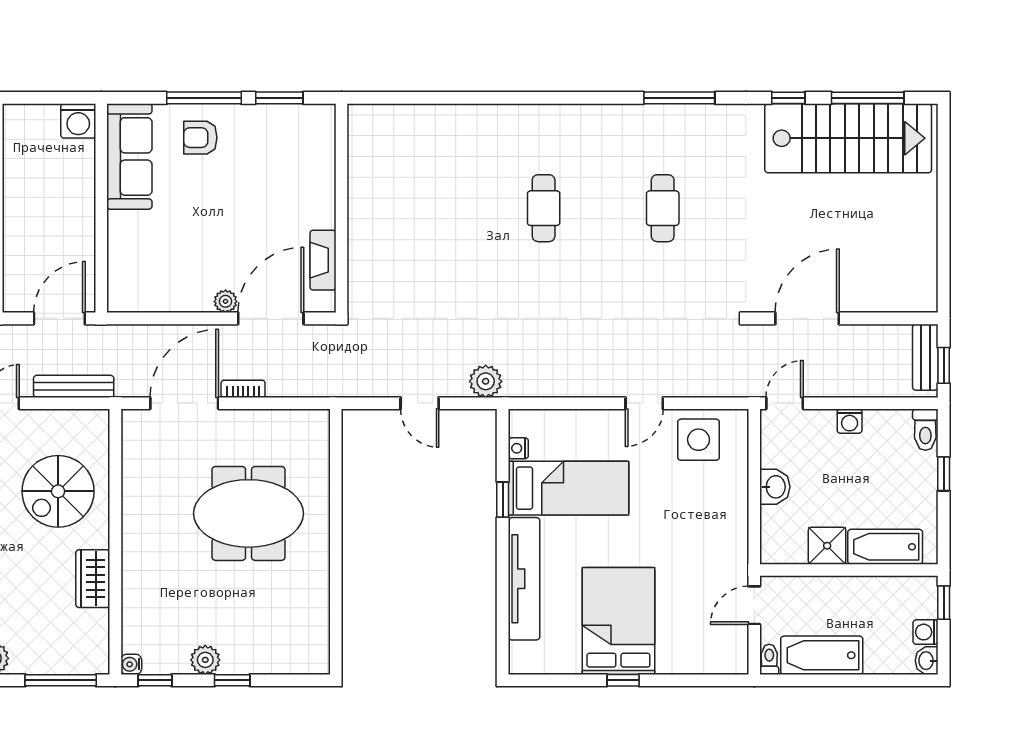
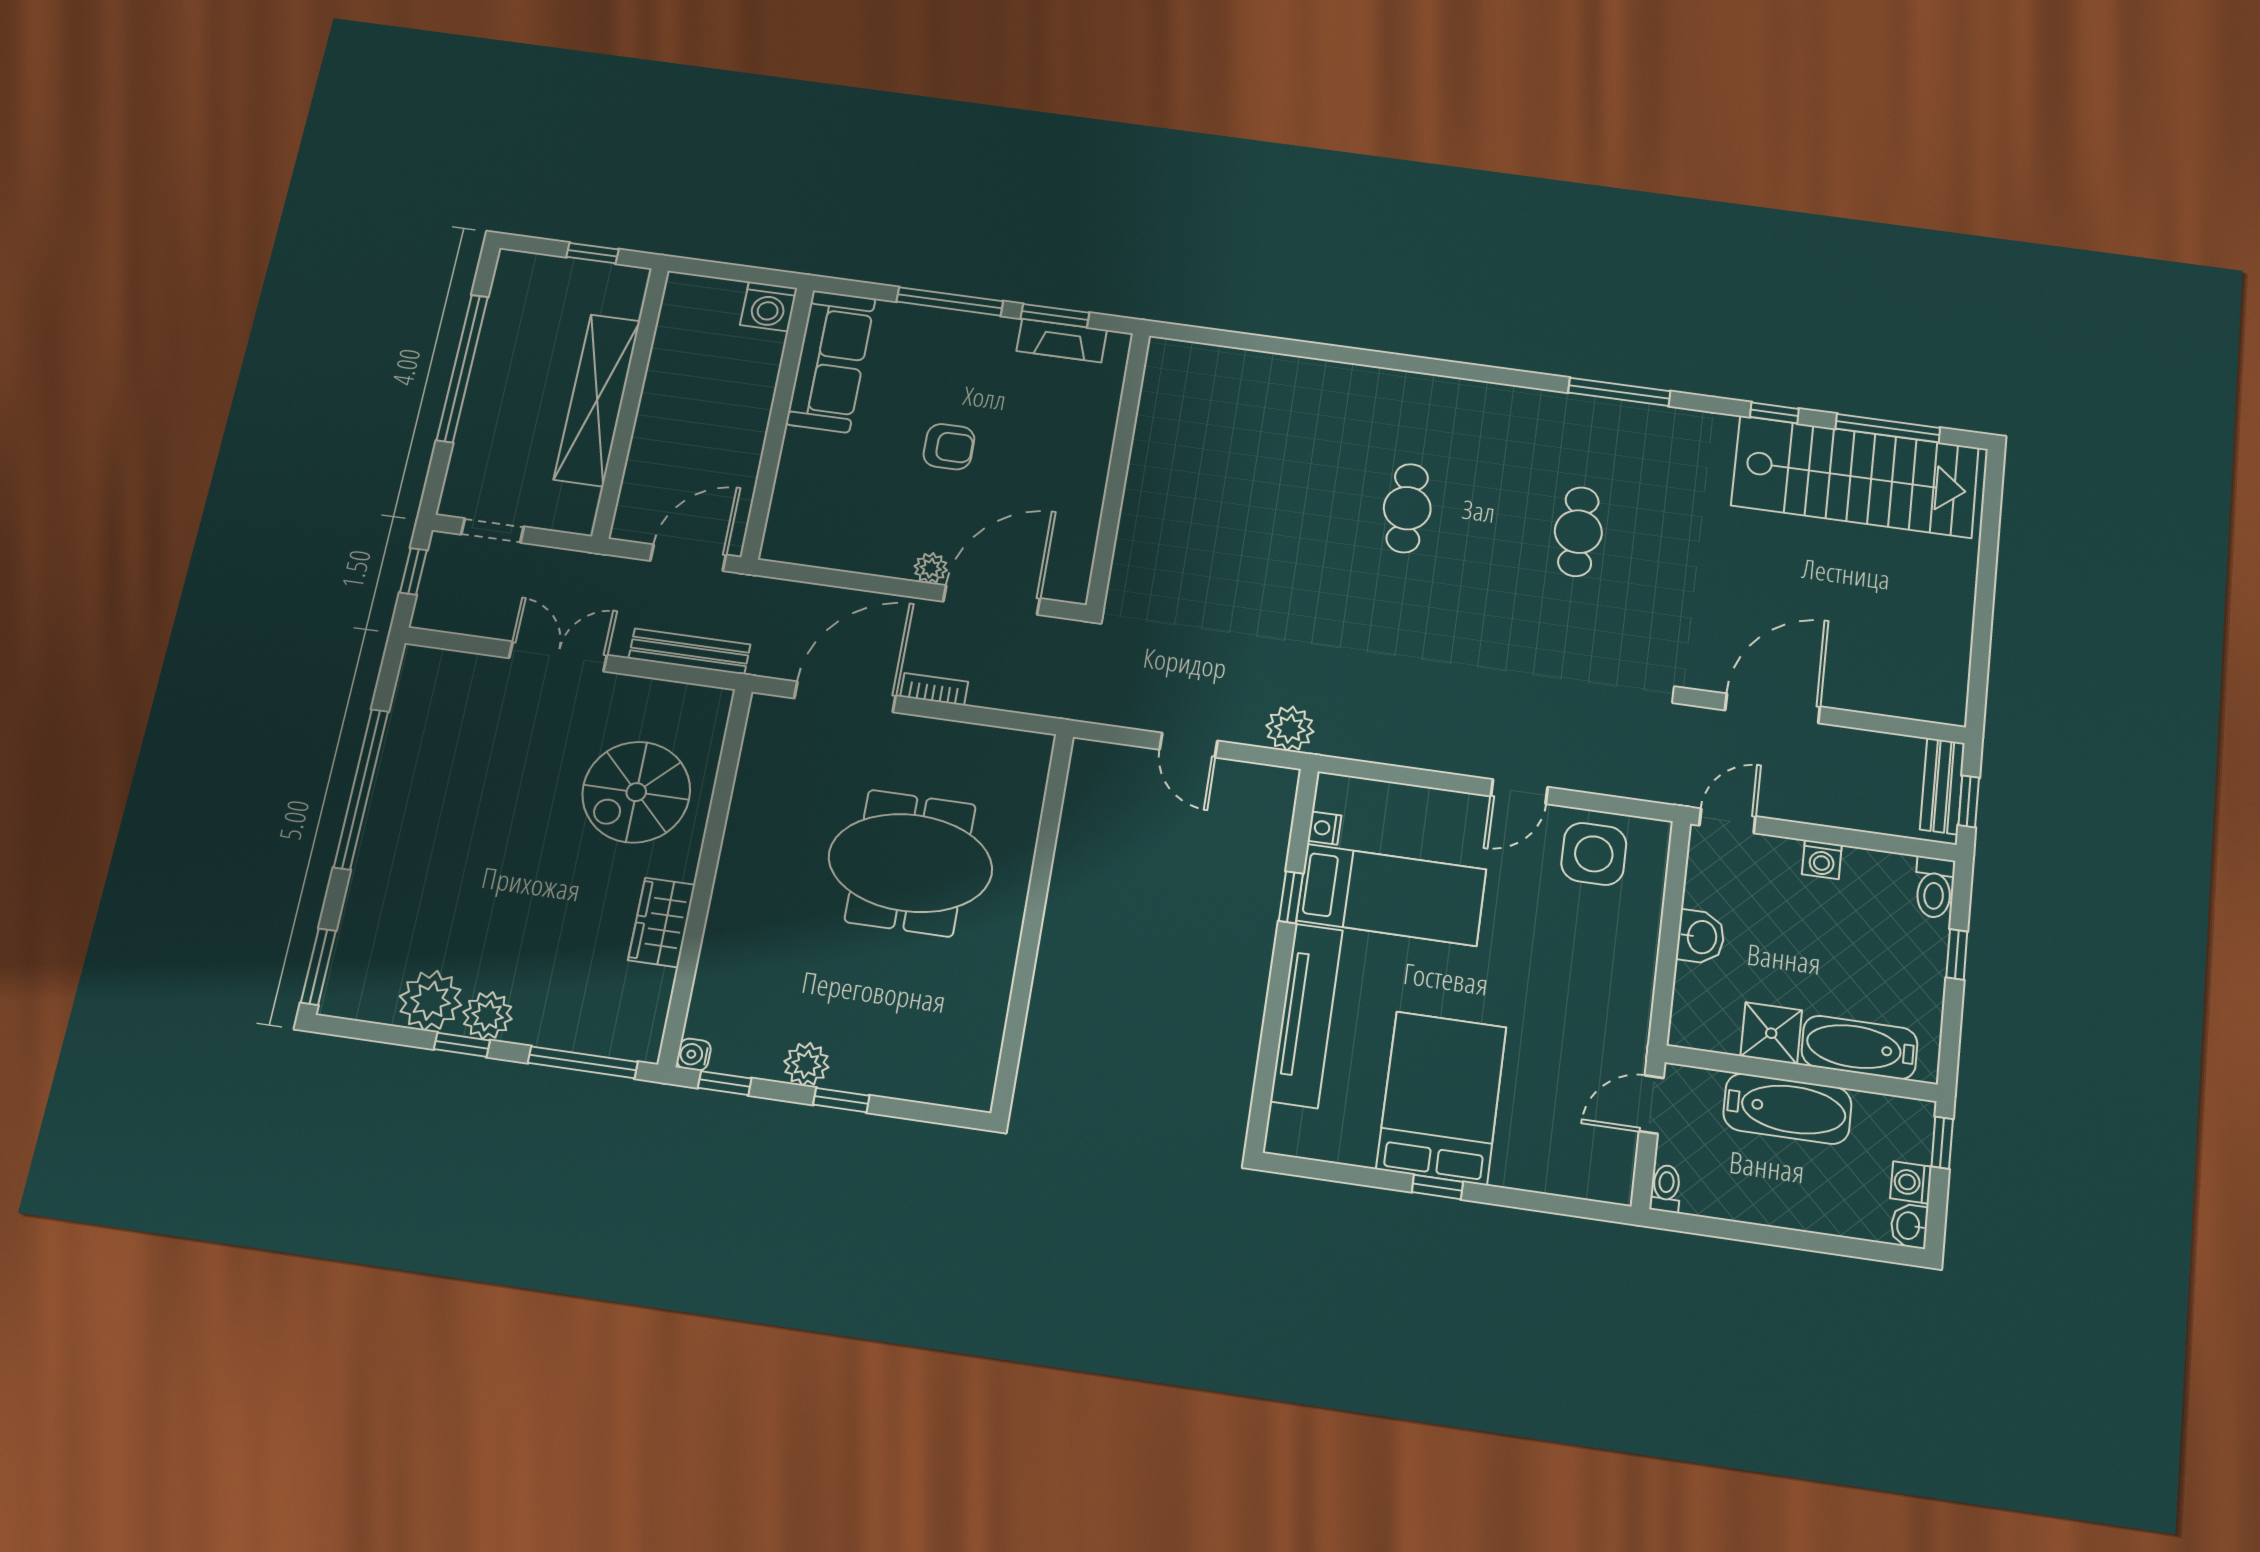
armchair: (200, 138) -> (949, 447), moved, turned 180
fireplace: (323, 260) -> (1062, 340), moved, turned -90
bathtub: (822, 655) -> (1787, 1109), moved, turned 180

